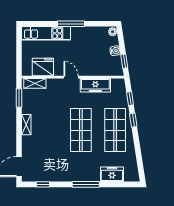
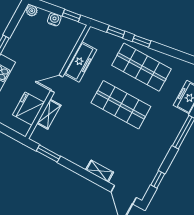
shelving: (35, 83) -> (49, 114), moved
shelving: (26, 125) -> (100, 171), moved

